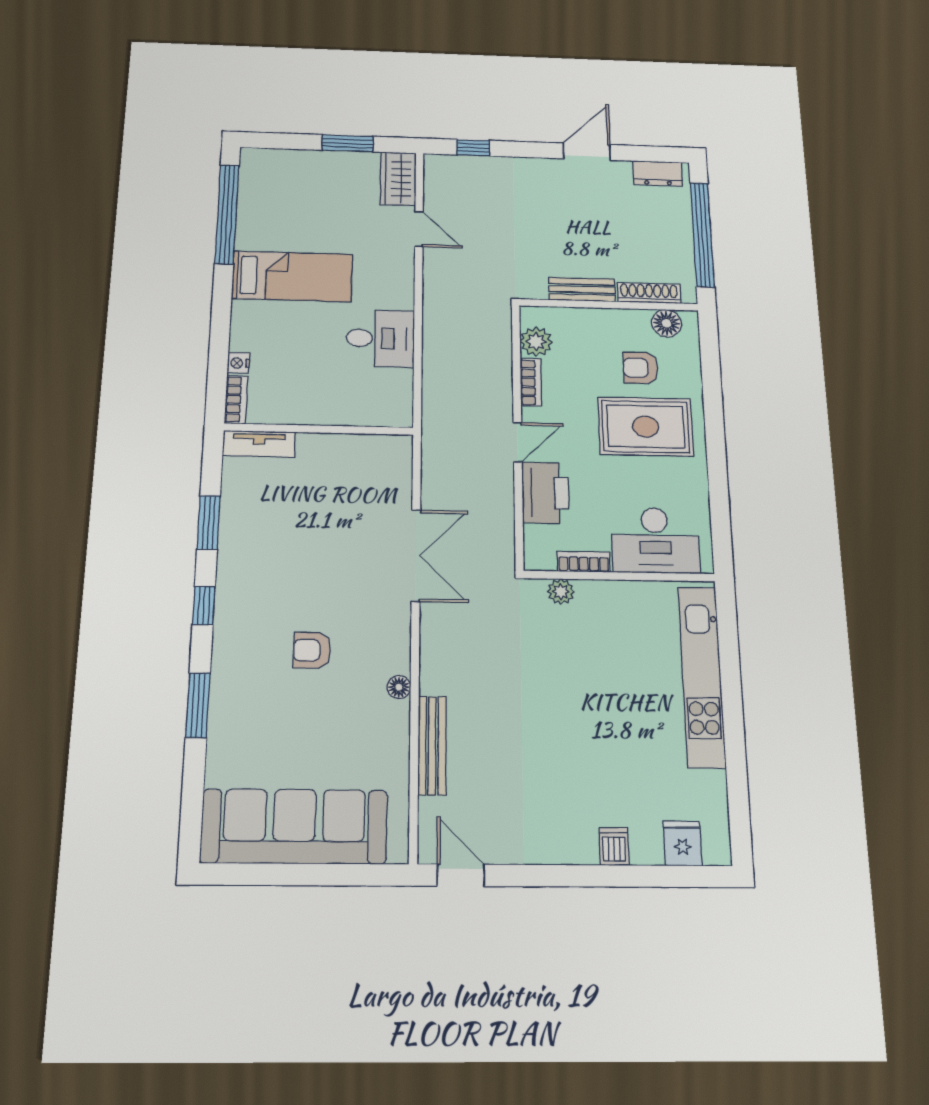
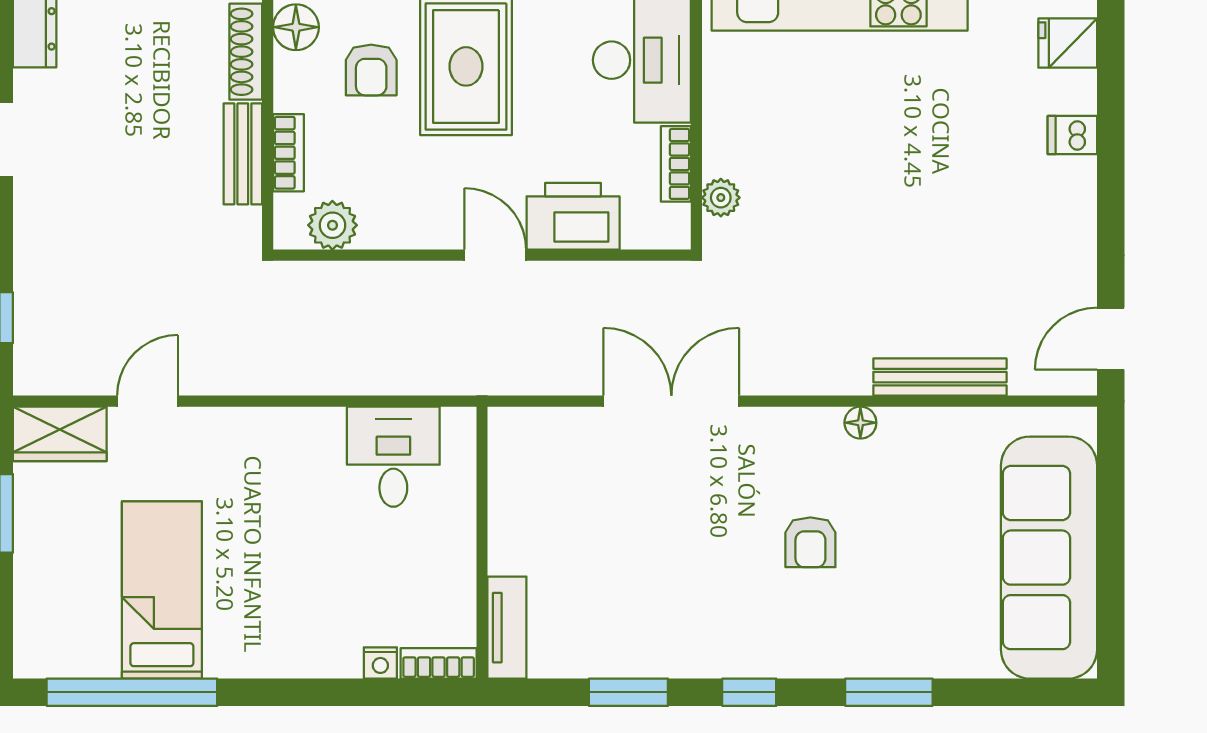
bed: (292, 276) -> (162, 590), moved
desk: (380, 338) -> (393, 457), moved
bookcase: (531, 382) -> (288, 153), moved, turned 90

